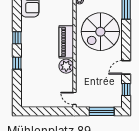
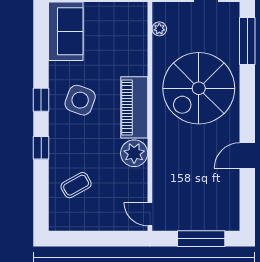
side table: (38, 38) -> (80, 100), added
coffee table: (35, 83) -> (76, 185), added
window: (126, 90) -> (247, 197), removed

